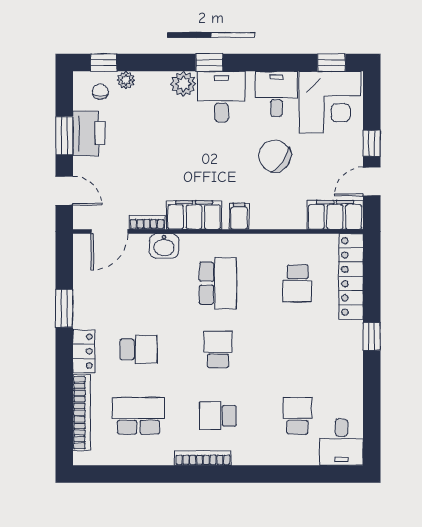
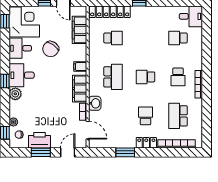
filing cabinet: (335, 215) -> (79, 30), moved
school desk: (218, 283) -> (113, 77), turned 90

